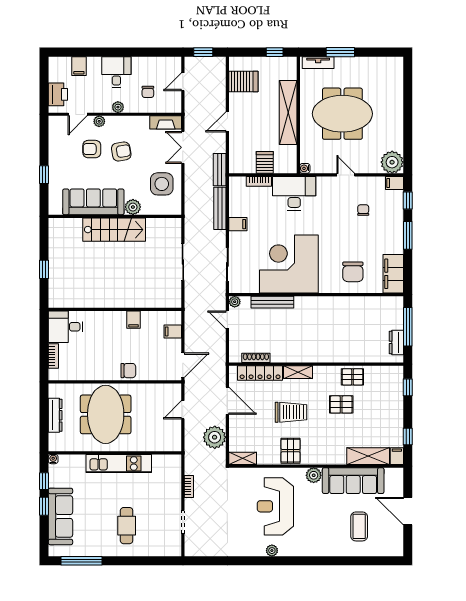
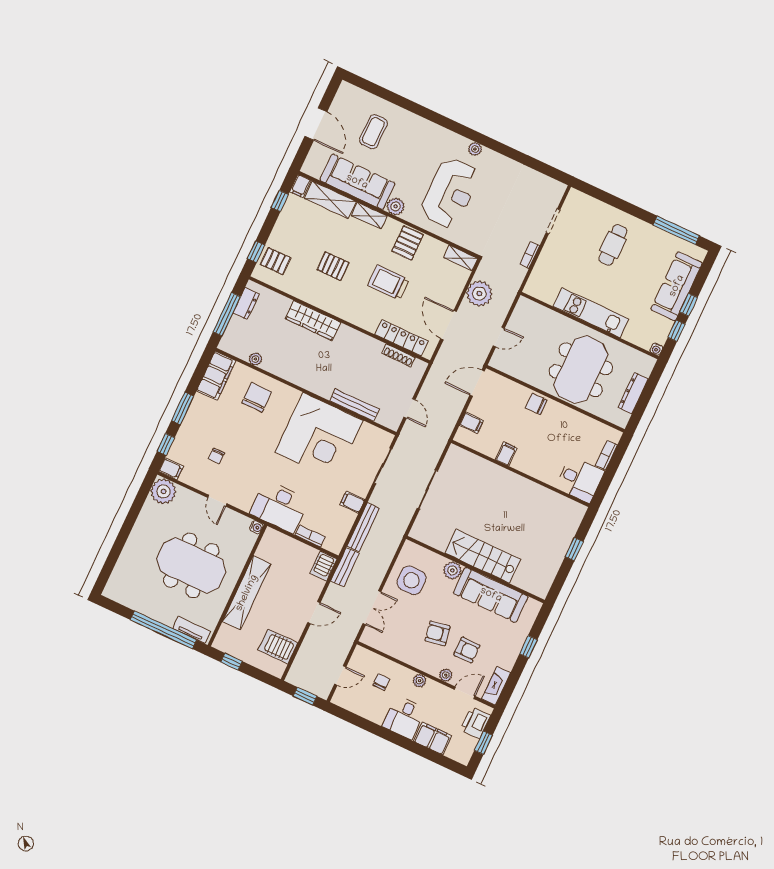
window: (340, 52) -> (164, 630), width x2.11
filing cabinet: (79, 66) -> (433, 738), width x2.00
window: (44, 82) -> (483, 743), added
fireplace: (166, 122) -> (496, 686), moved, turned -90
server rack: (265, 162) -> (323, 566), moved
plant: (235, 302) -> (255, 359), moved
wardrobe: (337, 354) -> (313, 320), added
shelving: (298, 372) -> (369, 216), moved
pallet: (352, 377) -> (276, 261), moved

